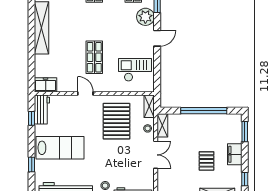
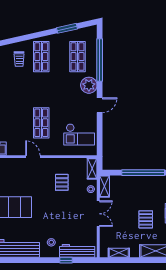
checkout: (135, 70) -> (79, 135), turned 180
pallet: (116, 121) -> (62, 182), width x0.49, depth x0.50

